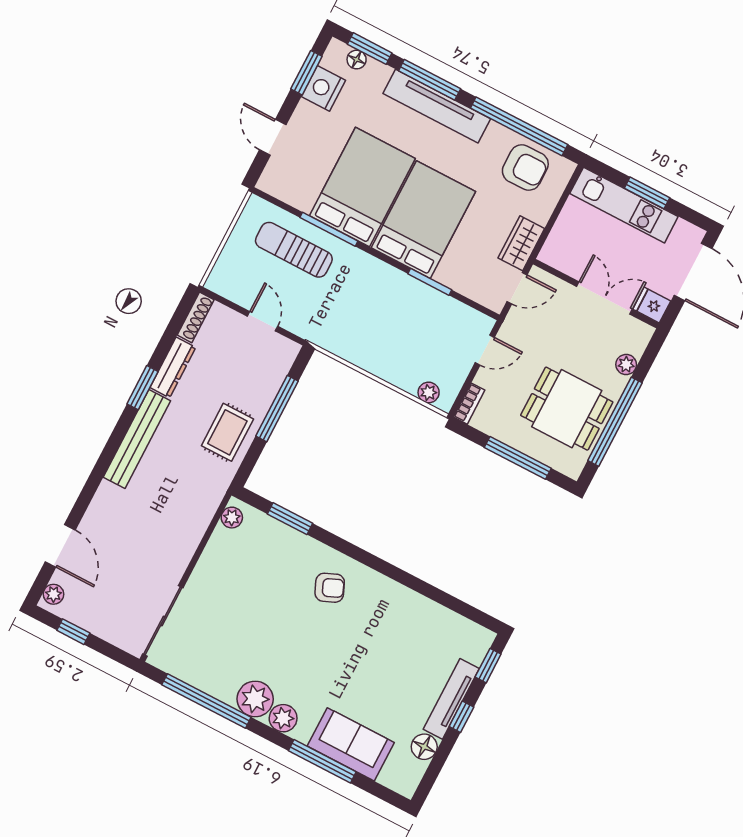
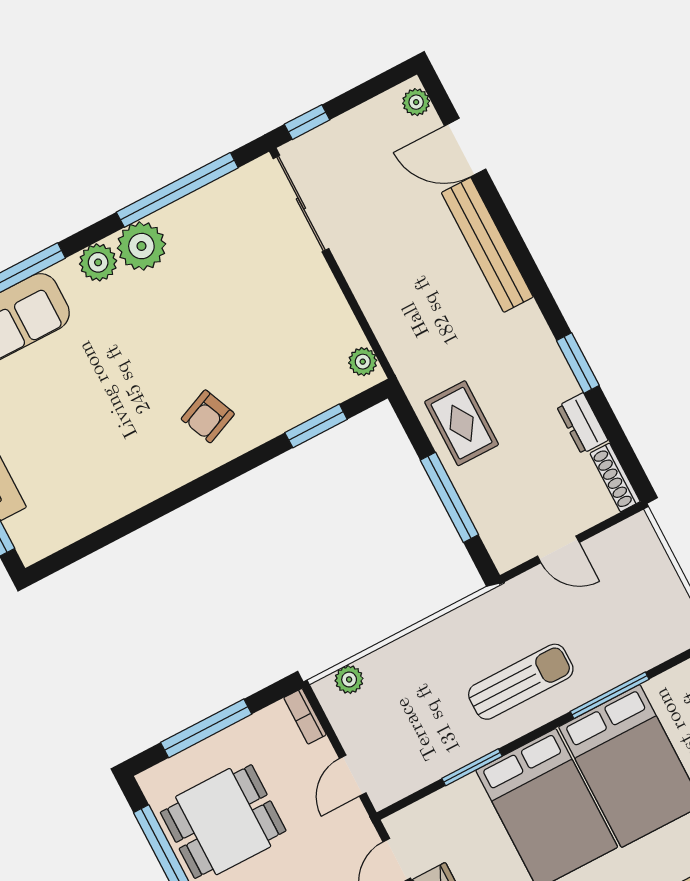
sun lounger: (294, 250) -> (521, 682), moved
dresser: (173, 367) -> (582, 423), width x0.70
bench: (137, 439) -> (487, 245), moved
window: (73, 632) -> (307, 122), moved

